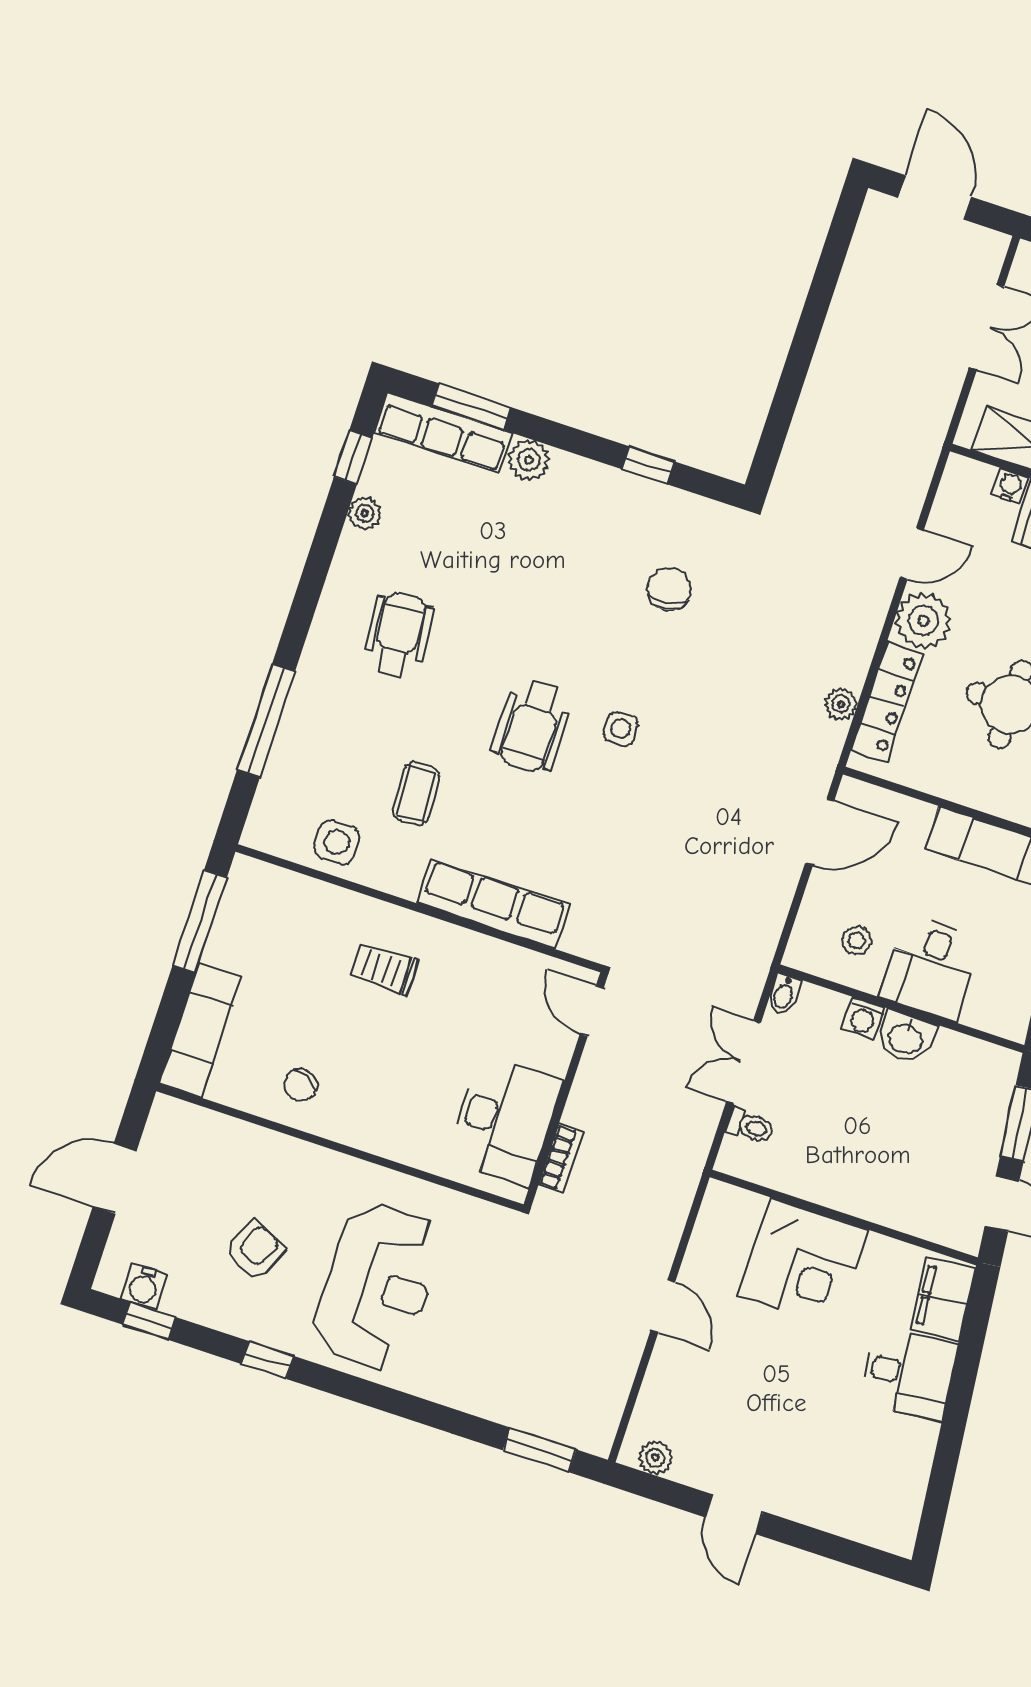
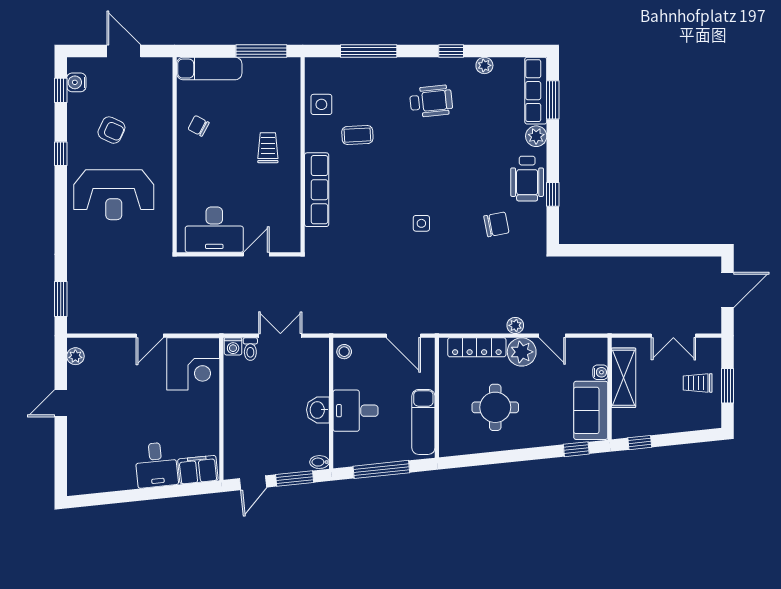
window: (353, 457) -> (451, 51), moved
plant: (841, 704) -> (515, 325), moved
wheelchair: (532, 725) -> (527, 179), moved, turned -90
stool: (857, 940) -> (344, 352), moved
bidet: (784, 994) -> (319, 462), moved
door: (592, 1011) -> (256, 254), moved
washing machine: (863, 1018) -> (233, 346), moved, turned -90
bookcase: (561, 1158) -> (205, 263), removed
corner desk: (803, 1263) -> (193, 364), moved, turned -90

